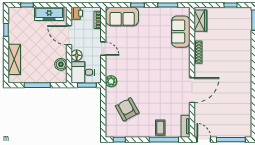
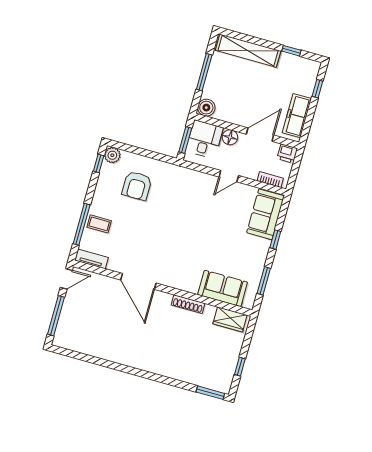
shelving: (14, 59) -> (248, 51), width x1.47
boiler: (61, 64) -> (206, 108), moved
plant: (111, 81) -> (112, 155), moved
armchair: (127, 109) -> (137, 186), turned 119

